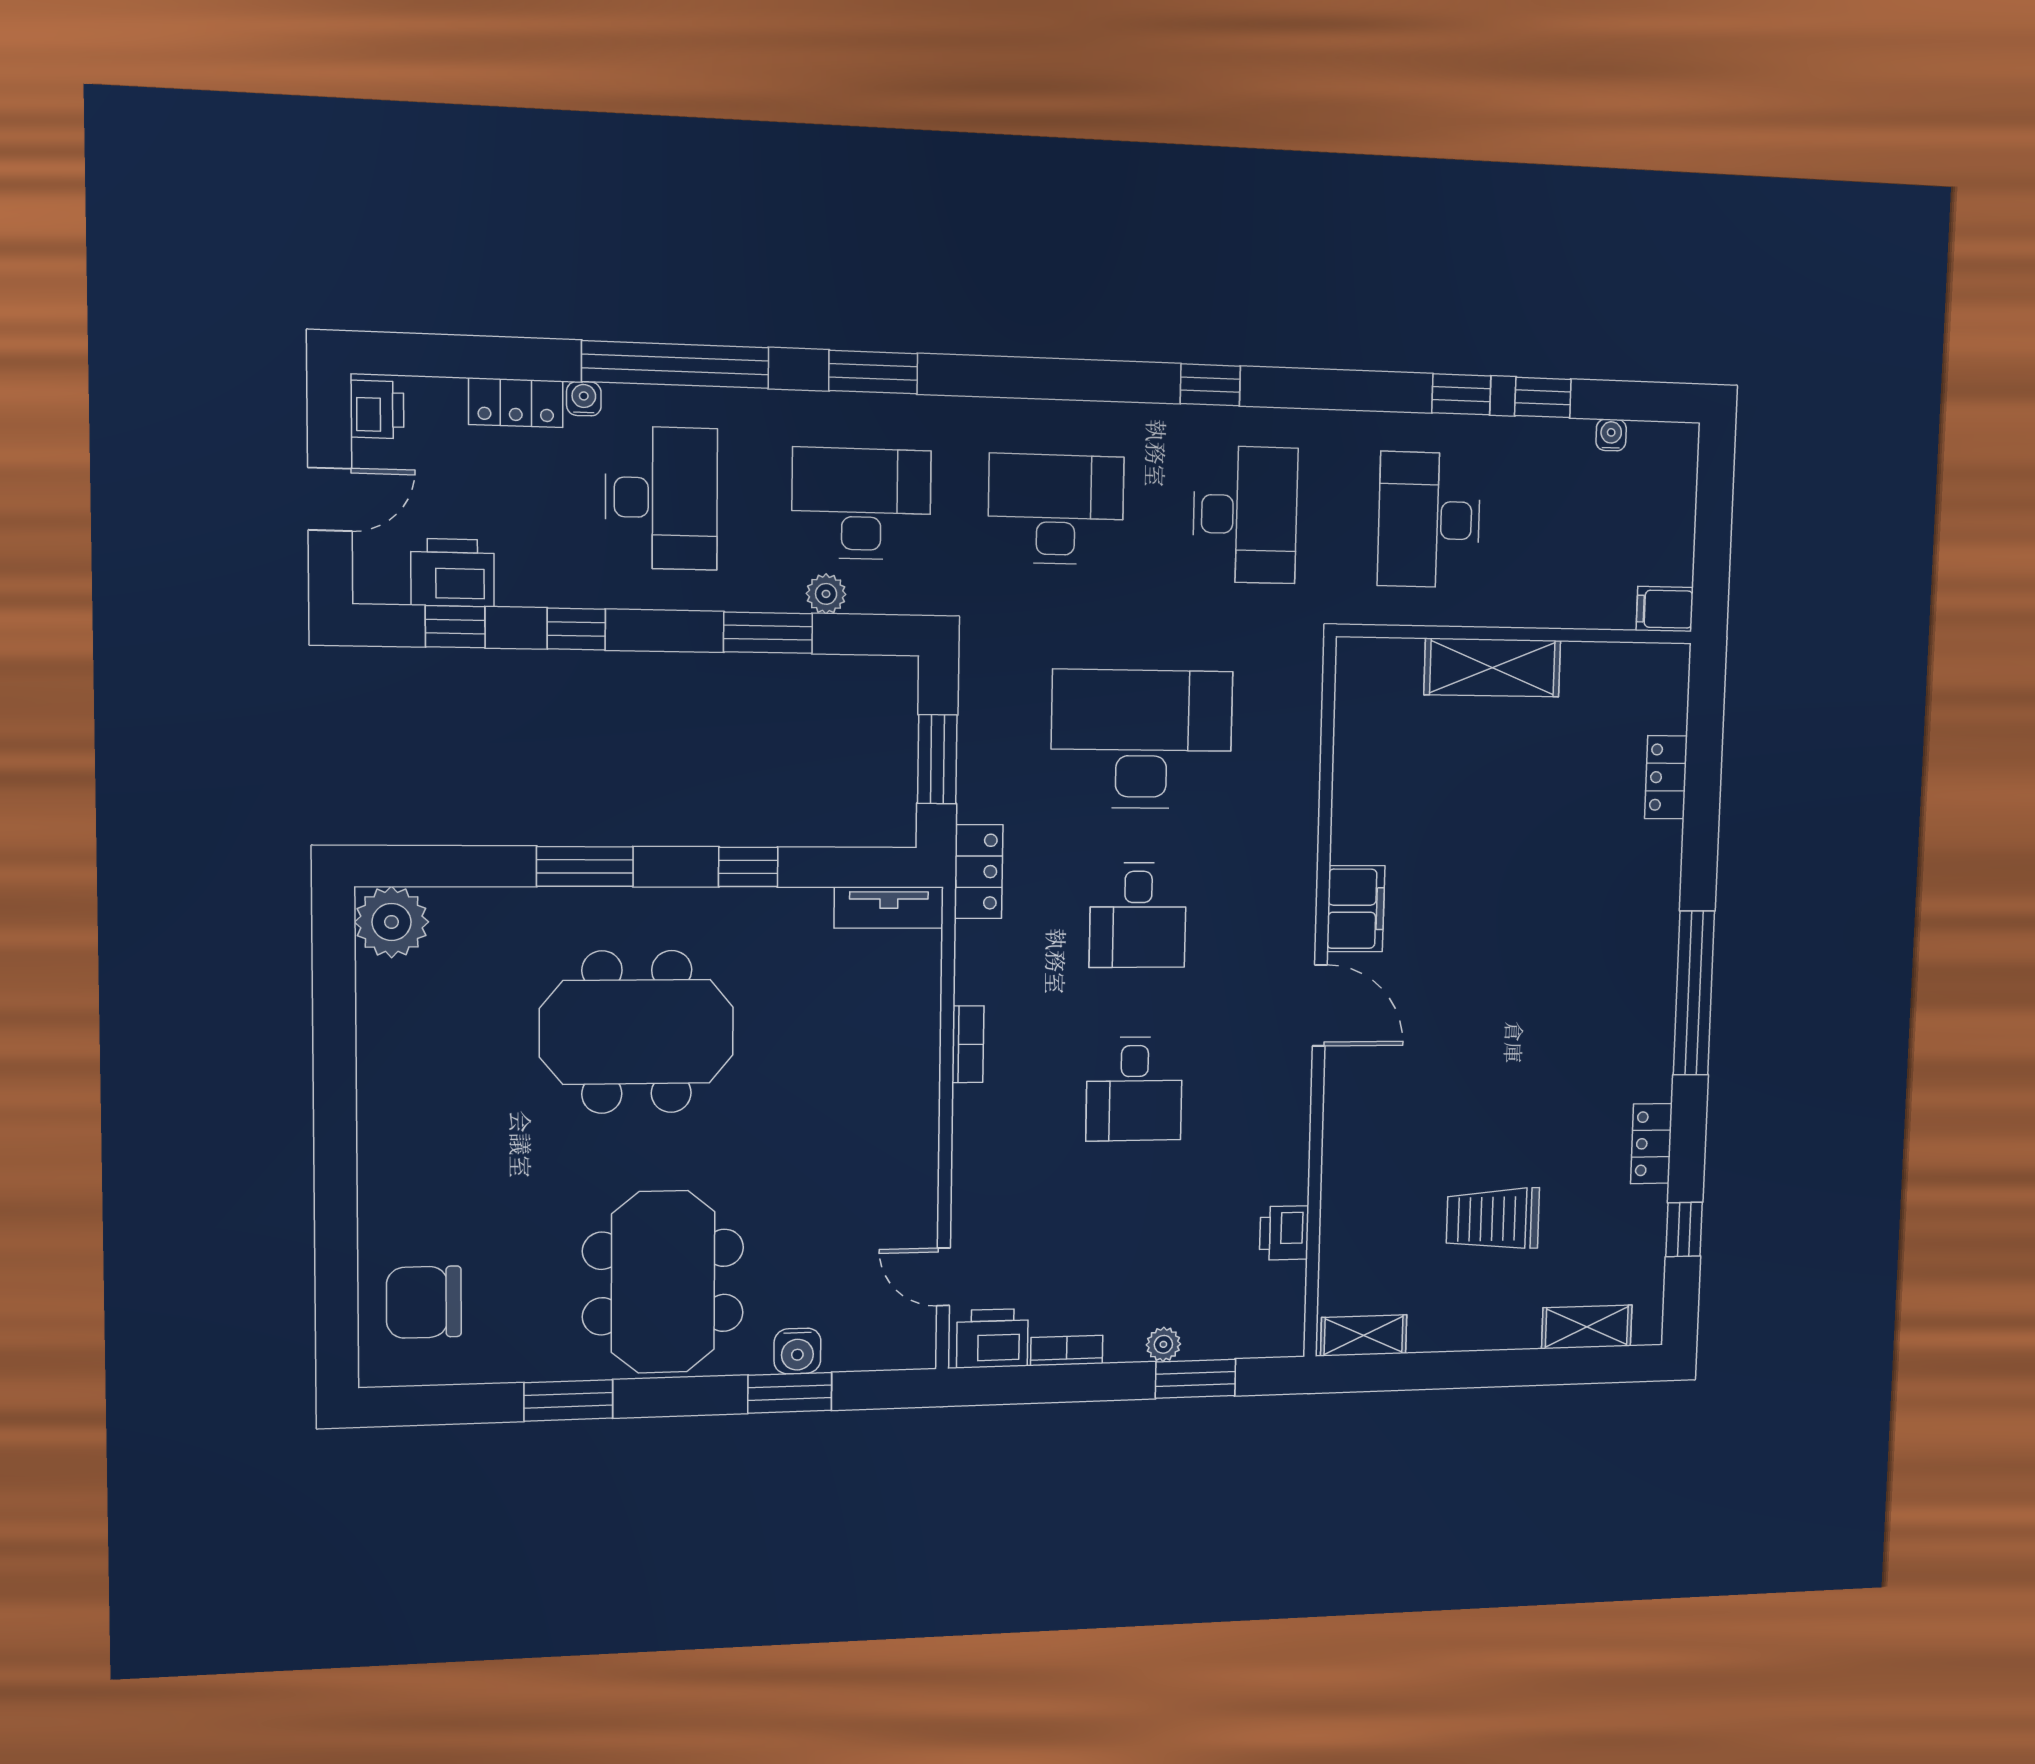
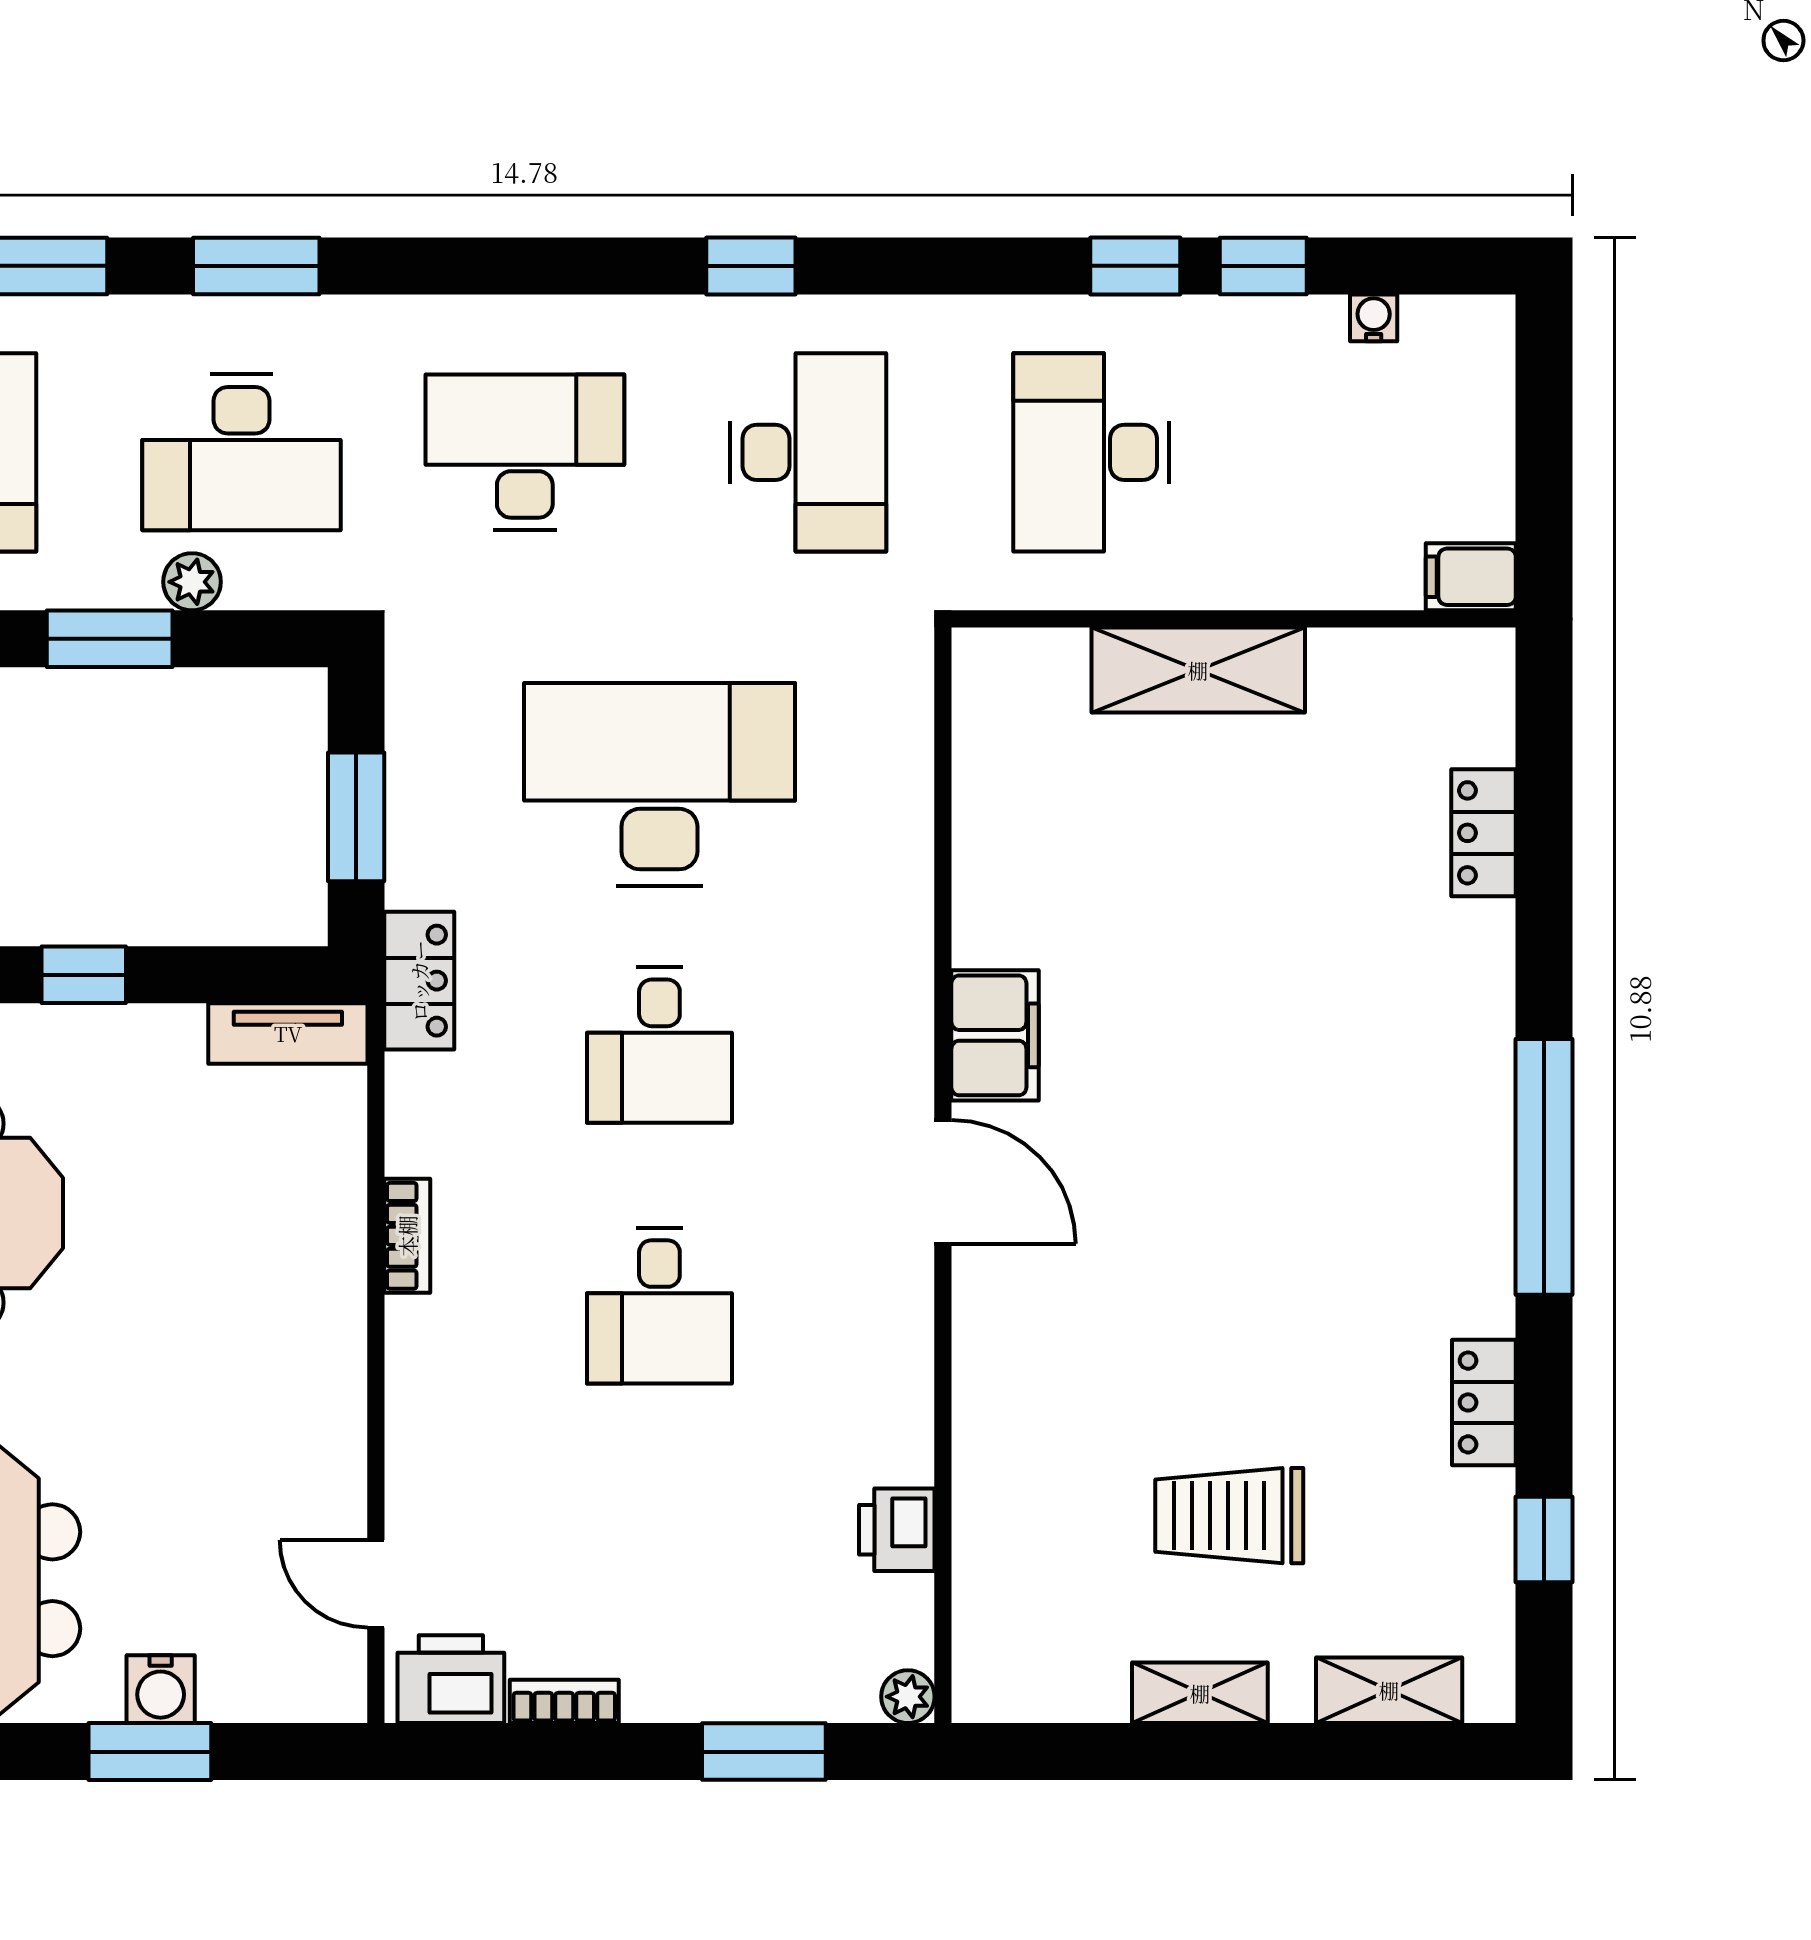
desk: (861, 504) -> (241, 452), turned 180
shelving: (1364, 1336) -> (1200, 1693), moved
plant: (1163, 1344) -> (908, 1697), moved

